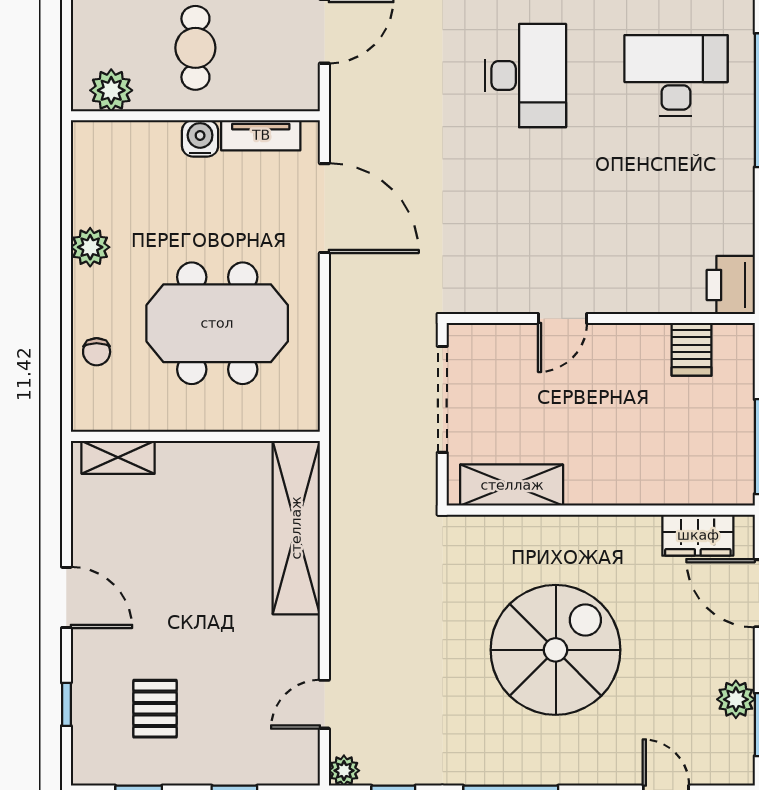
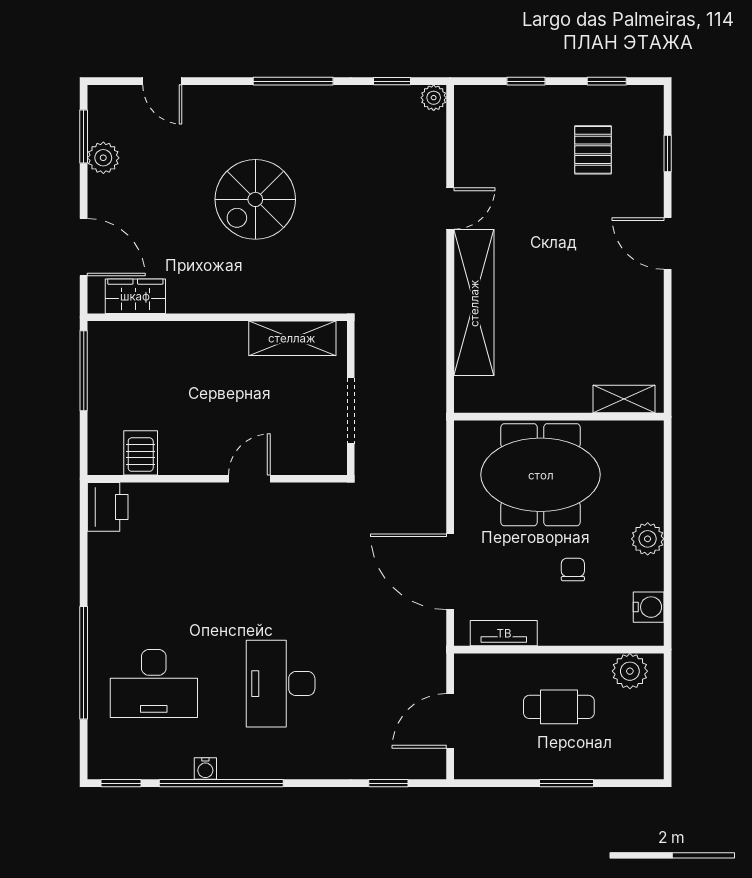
cafe table: (195, 48) -> (559, 707), turned 90
water cooler: (200, 138) -> (649, 607), moved, turned -90
chair: (97, 352) -> (573, 569), moved
doorway: (442, 399) -> (351, 411), width x0.73
wall: (195, 436) -> (559, 417), moved
shelving: (118, 457) -> (624, 399), moved
spiral stairs: (556, 650) -> (255, 199), width x0.73, depth x0.73
door: (324, 704) -> (450, 209), moved

